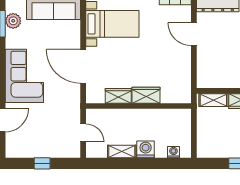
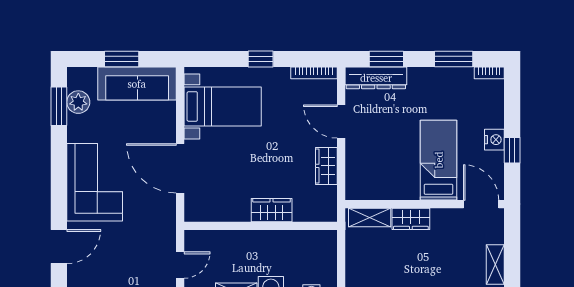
wardrobe: (118, 96) -> (326, 166), moved, turned -90
door: (83, 133) -> (180, 265), hinge flipped

